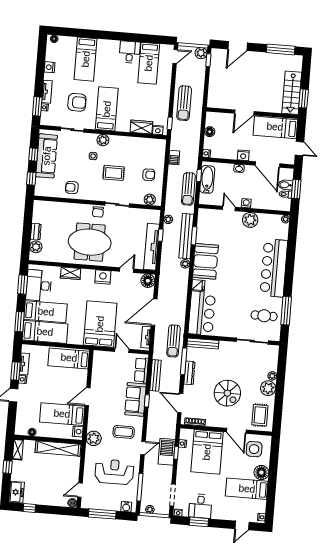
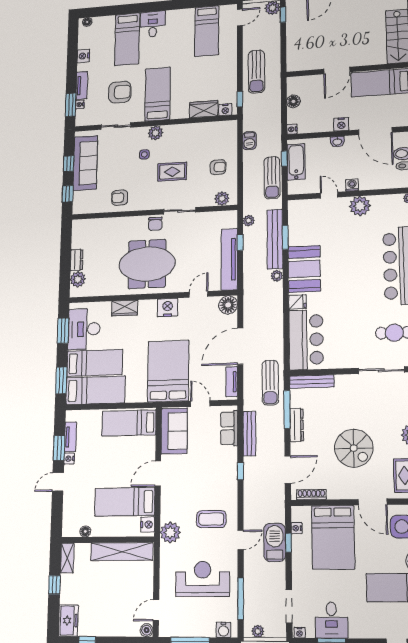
desk: (130, 52) -> (153, 24), moved
sofa: (135, 399) -> (174, 431), moved, turned 180
door: (180, 403) -> (288, 470), swing flipped

